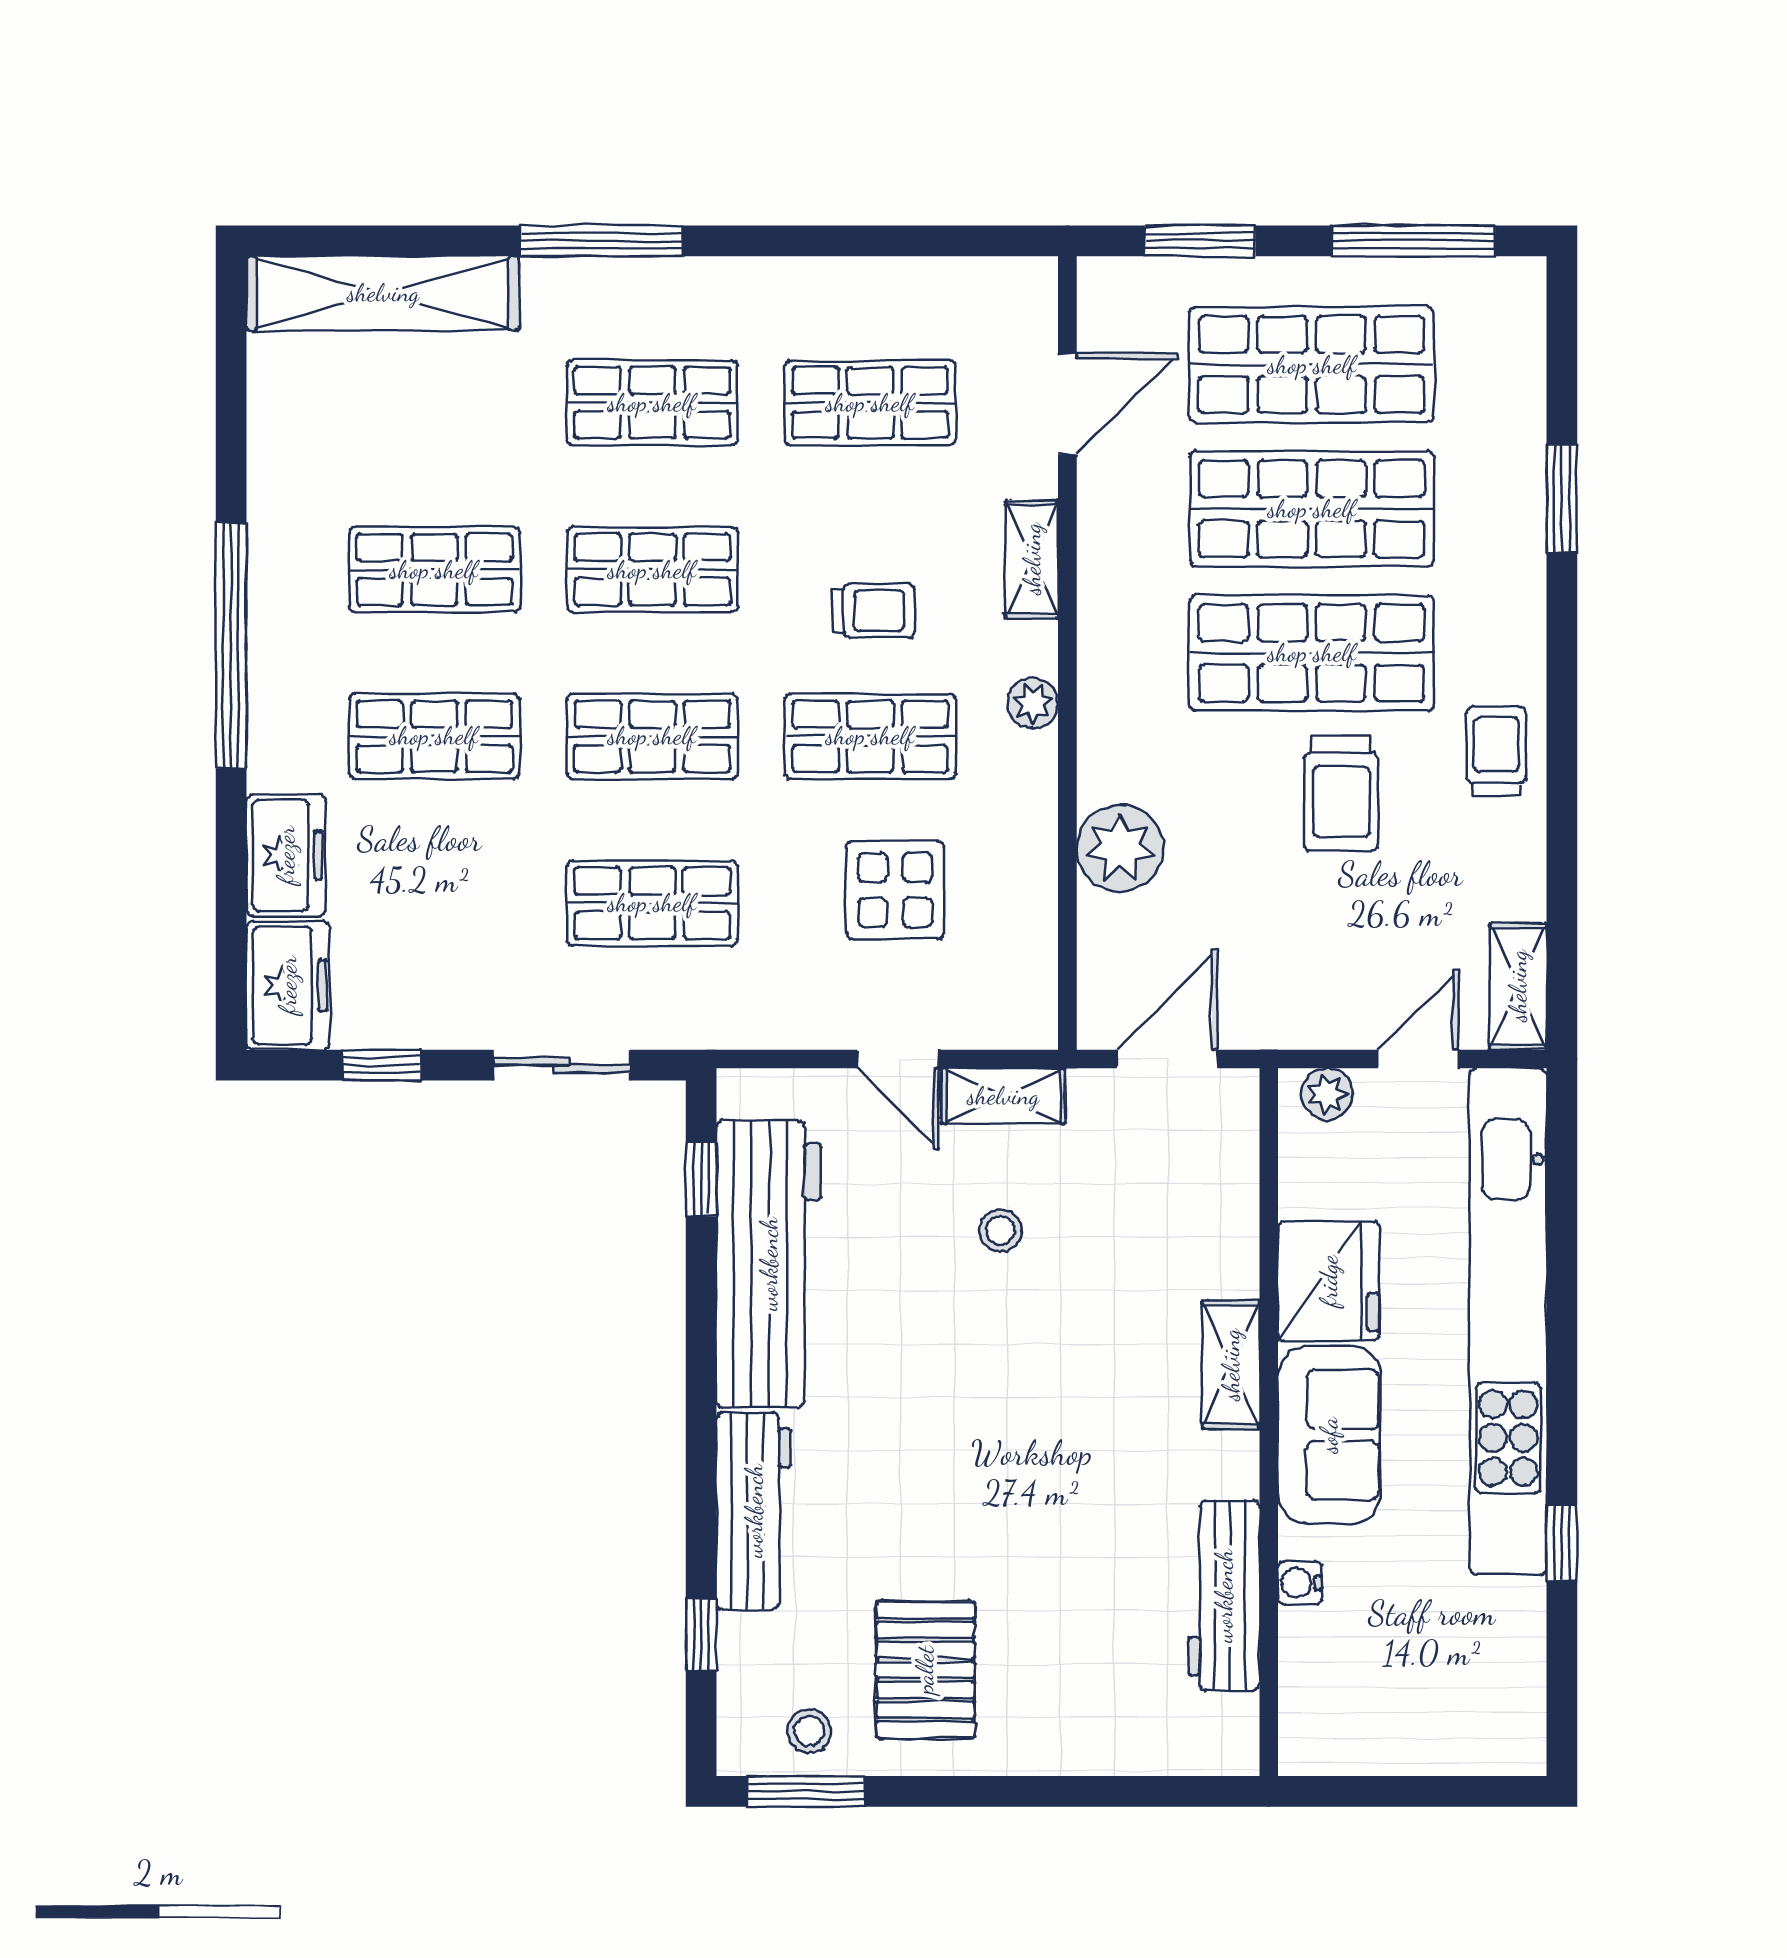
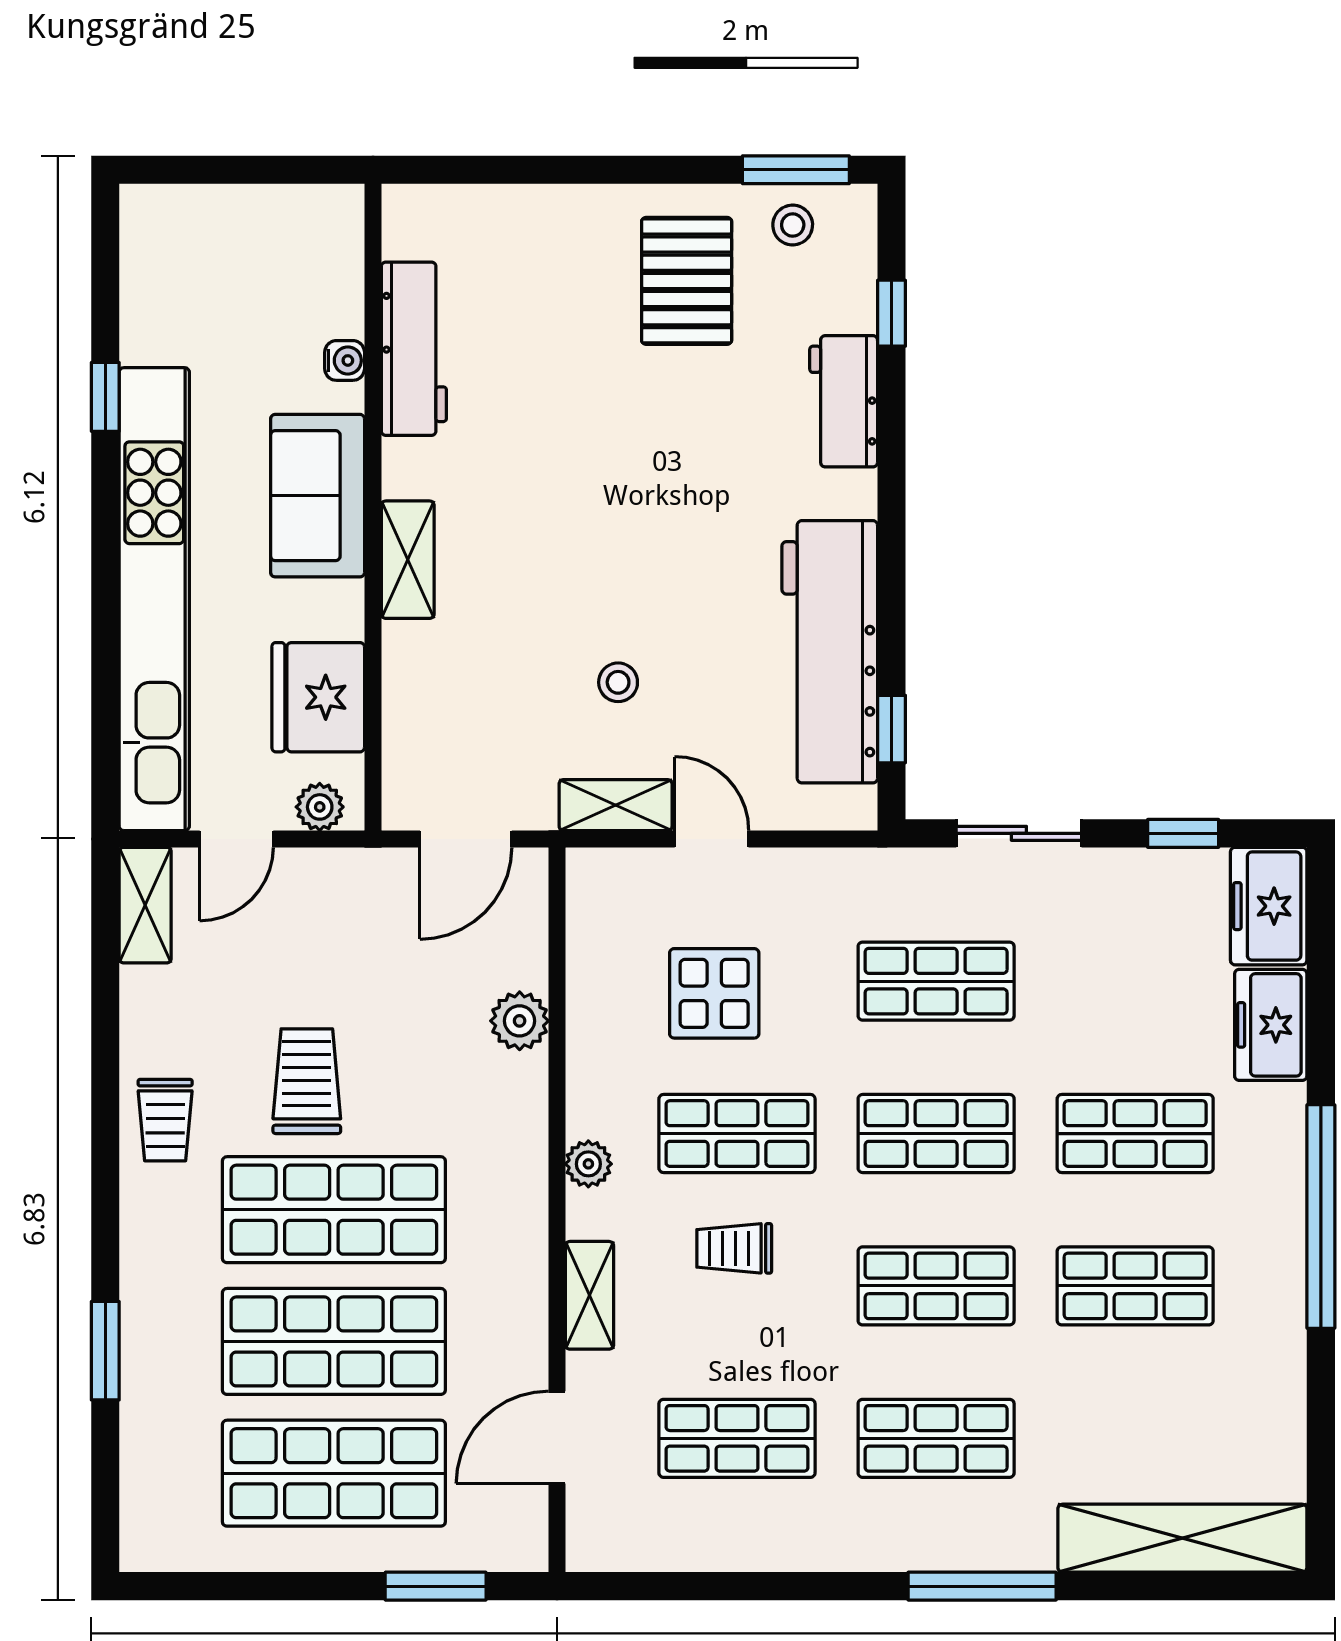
window: (1414, 241) -> (241, 1586), removed
plant: (1120, 848) -> (520, 1021), width x0.73, depth x0.73
fridge: (1329, 1281) -> (318, 697), moved
workbench: (754, 1511) -> (844, 401), width x0.73

